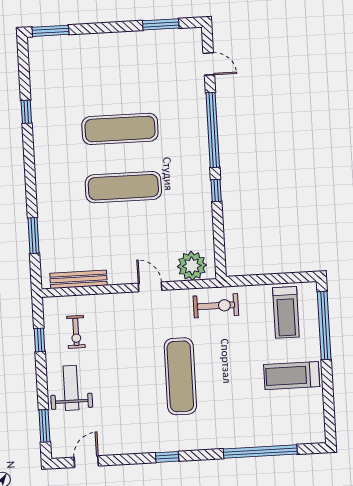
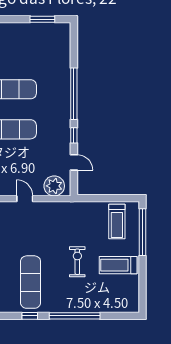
door: (209, 64) -> (74, 162), moved
exercise bike: (216, 306) -> (77, 262), moved, turned -90
exercise mat: (180, 376) -> (31, 282), moved
window: (260, 452) -> (75, 316), moved

